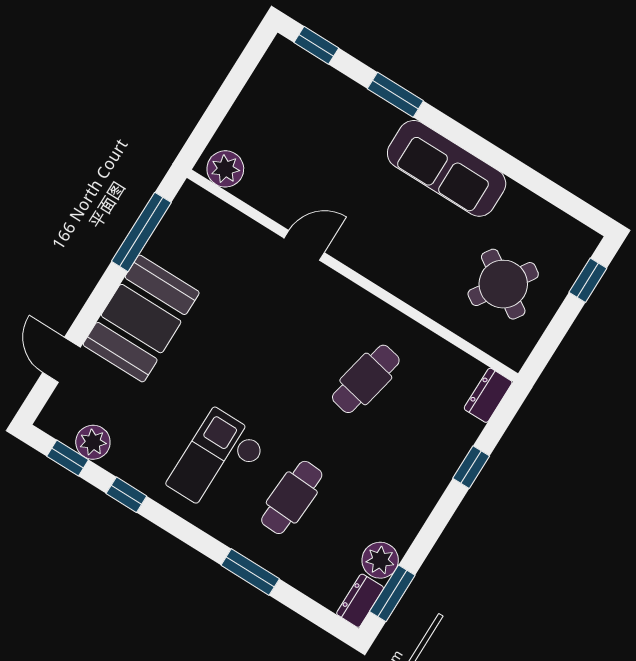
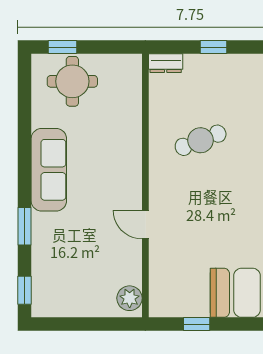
window: (141, 232) -> (197, 324), width x0.46
round table: (503, 284) -> (72, 81), moved, turned -33
cafe table: (366, 379) -> (201, 140), turned -33

